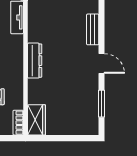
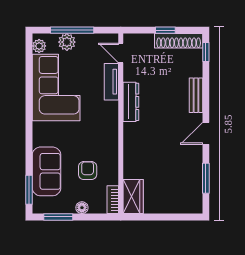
dresser: (35, 61) -> (131, 102), moved
door: (102, 63) -> (206, 133), swing flipped

